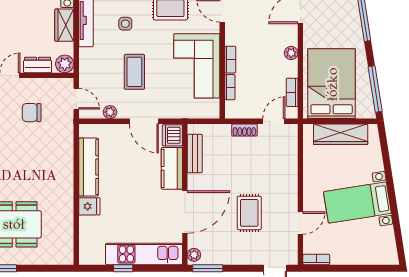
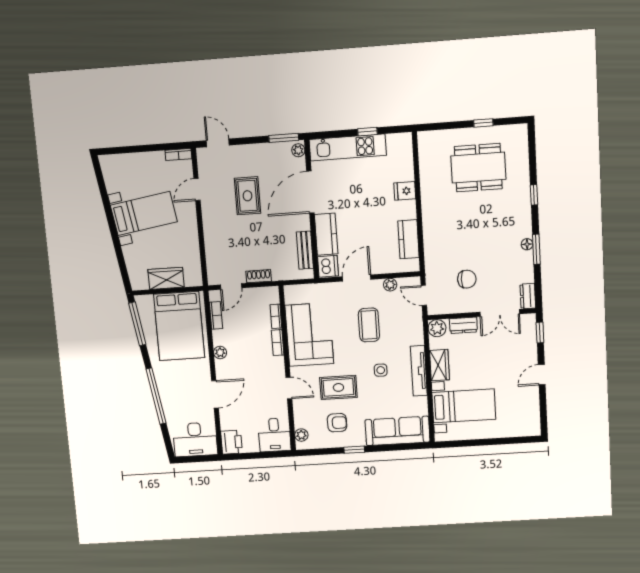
door: (144, 121) -> (357, 278), hinge flipped
wardrobe: (341, 134) -> (166, 278), width x0.67
kitchen counter: (88, 167) -> (408, 239), width x0.67

